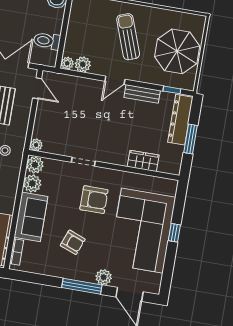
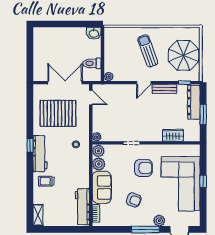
plant: (83, 64) -> (120, 75), removed

